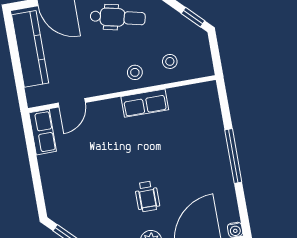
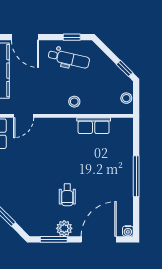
stool: (170, 61) -> (126, 98), moved
row of seats: (145, 103) -> (94, 126), moved

